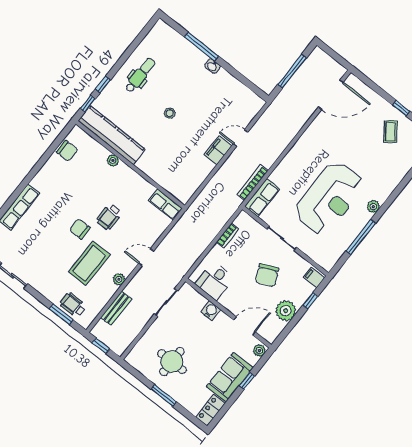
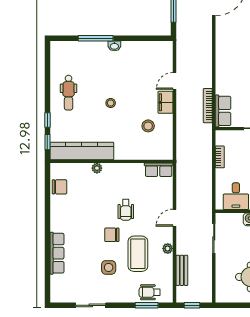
dental chair: (140, 75) -> (69, 93), turned 180
stool: (187, 159) -> (148, 126), added
side table: (54, 255) -> (109, 267), added

